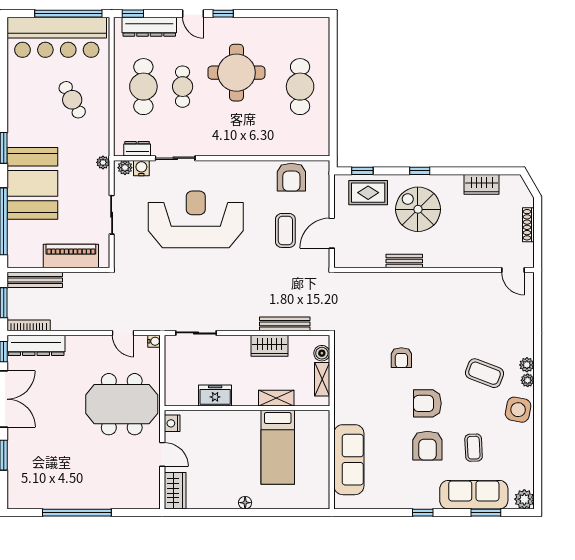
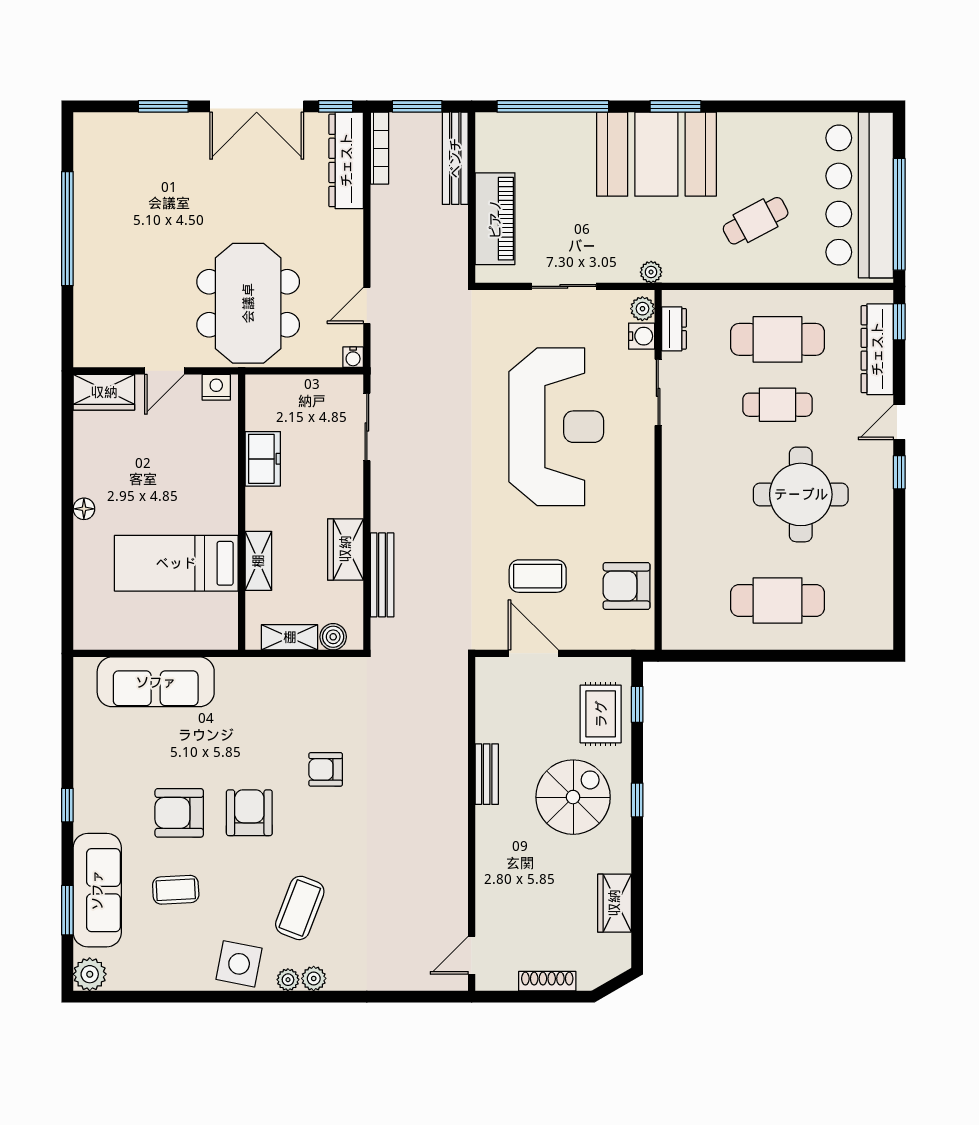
booth: (32, 183) -> (656, 154), moved

